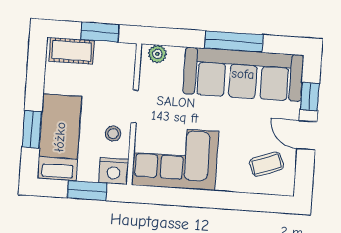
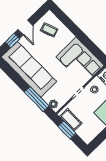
window: (234, 42) -> (37, 99), moved
cot: (72, 51) -> (71, 120), moved

